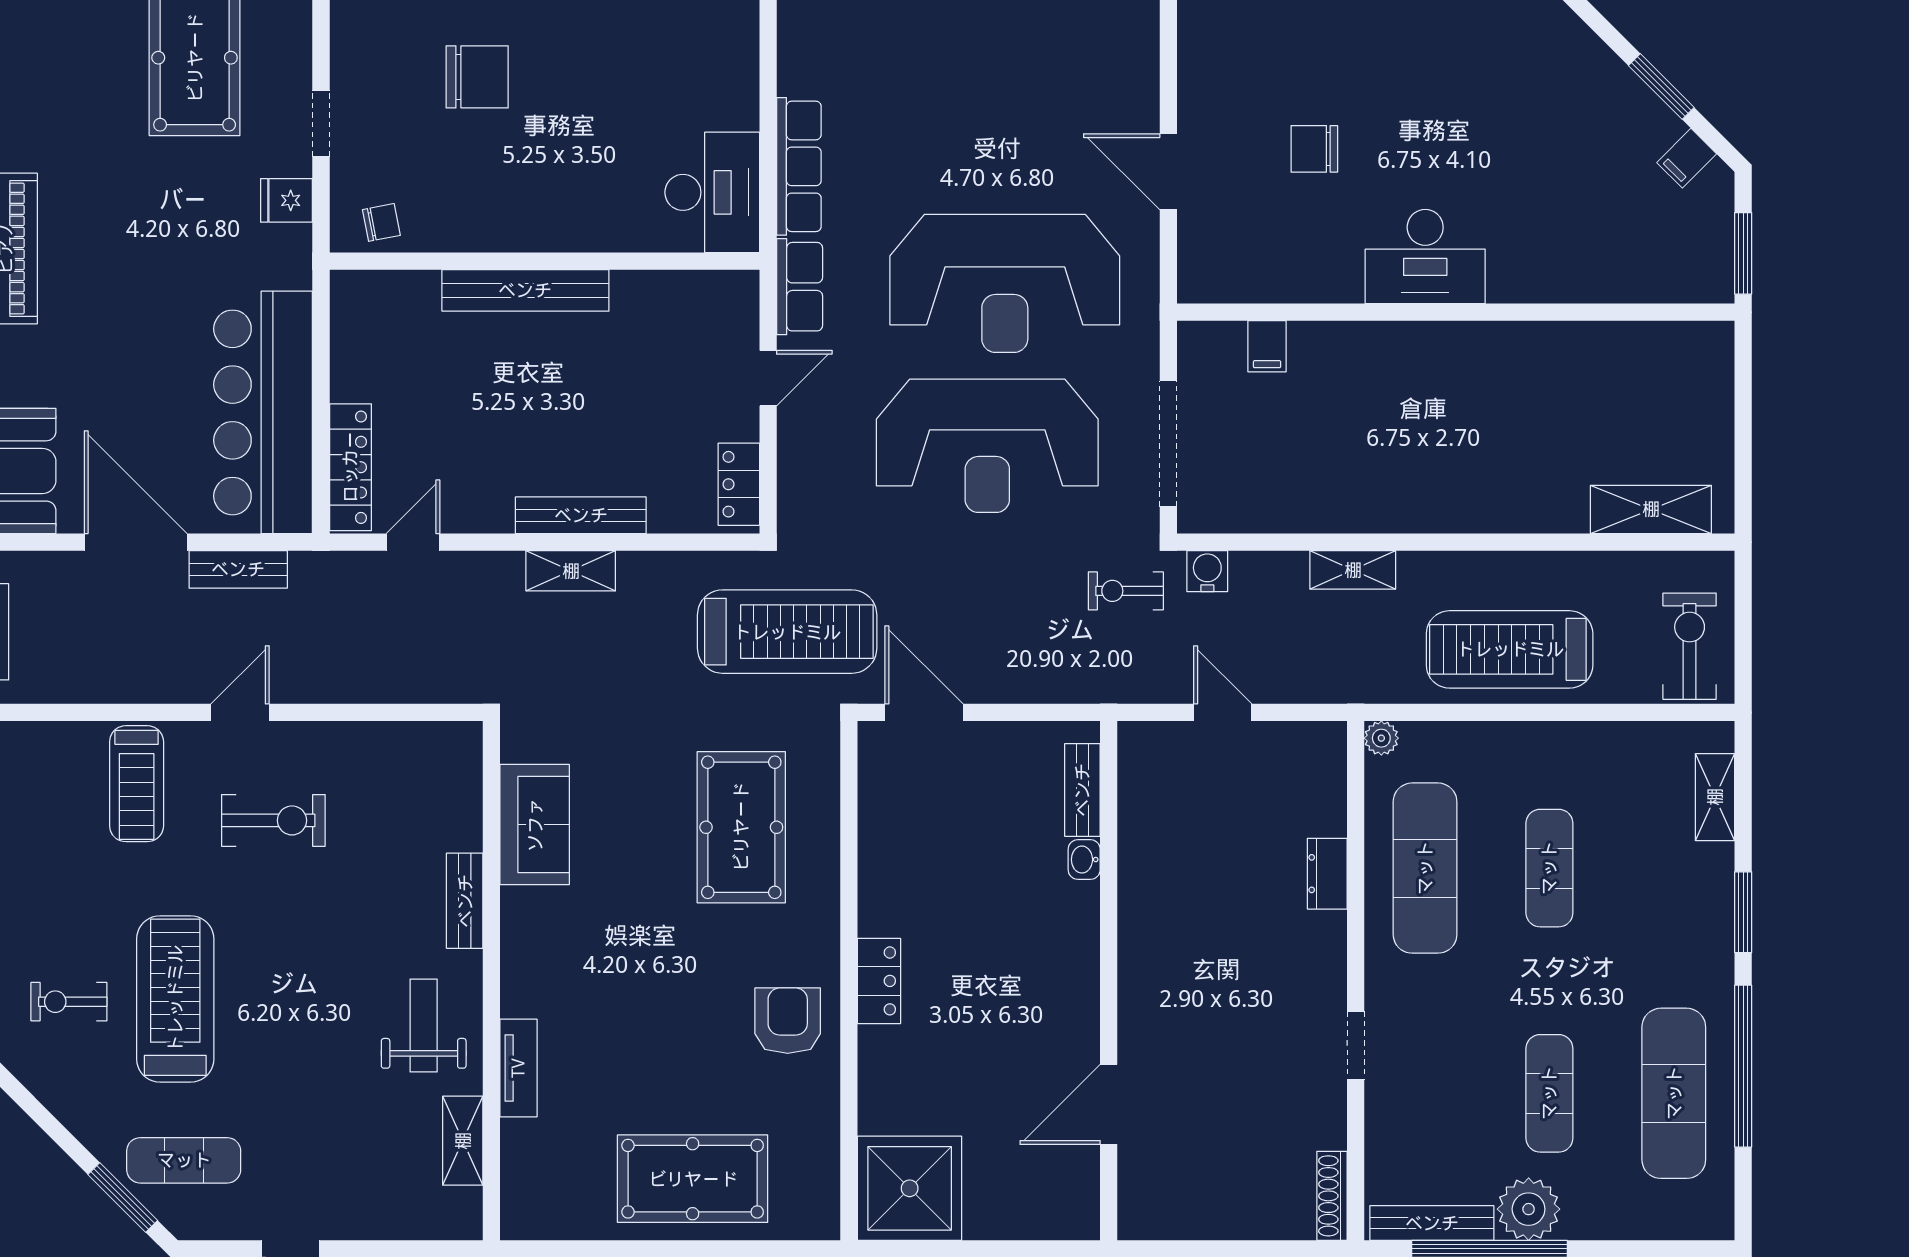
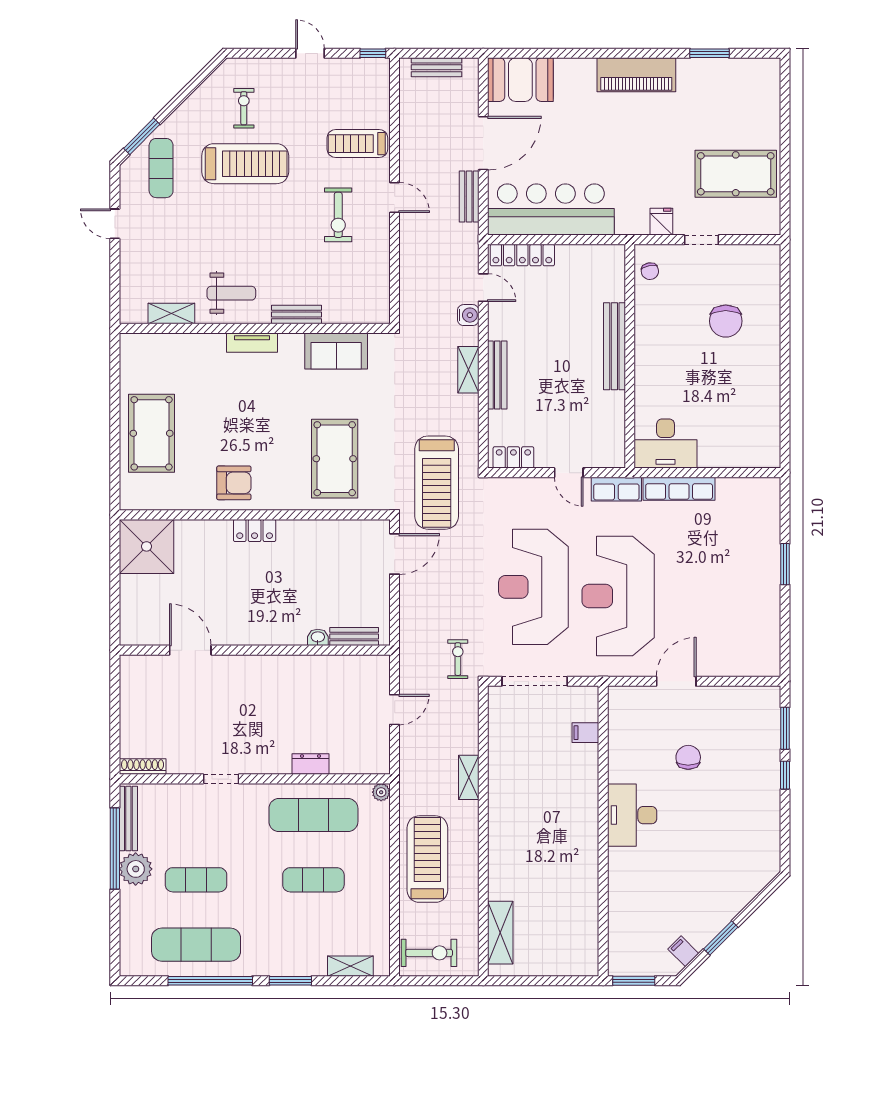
water cooler: (1207, 571) -> (468, 315), moved
pool table: (741, 827) -> (335, 459), turned 90
tv unit: (518, 1068) -> (252, 343), moved

